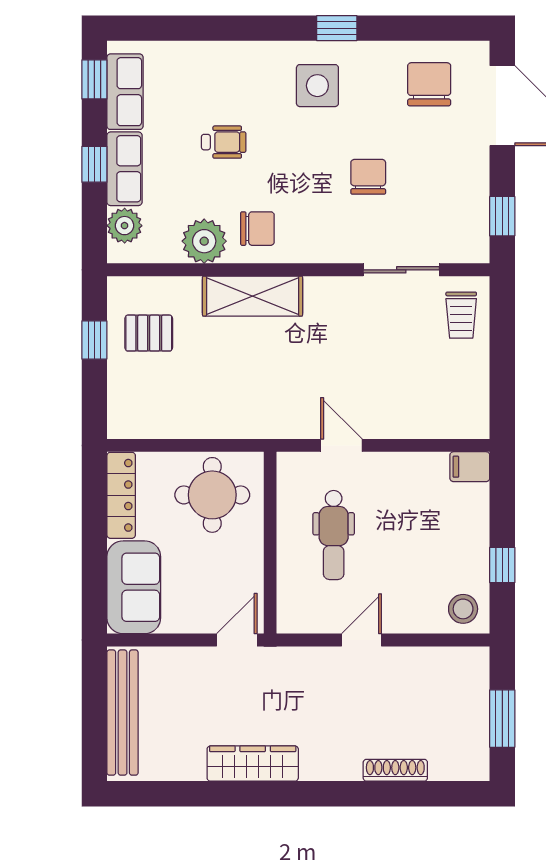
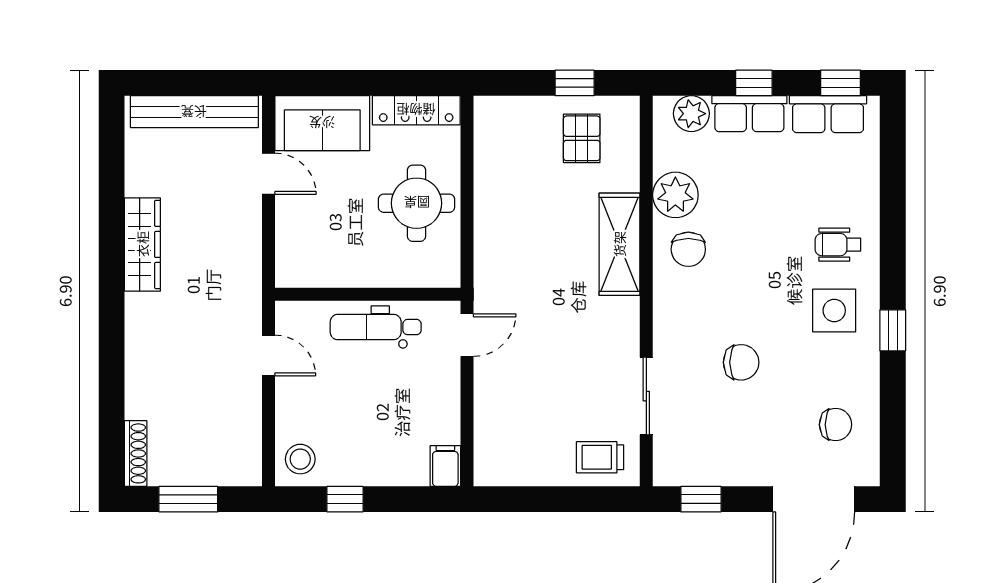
chair: (429, 84) -> (836, 425), width x0.73, depth x0.73
wheelchair: (224, 142) -> (838, 245), moved, turned 90
wall: (270, 543) -> (368, 294), moved
door: (237, 640) -> (269, 174), moved
shoe rack: (395, 770) -> (136, 453), moved

